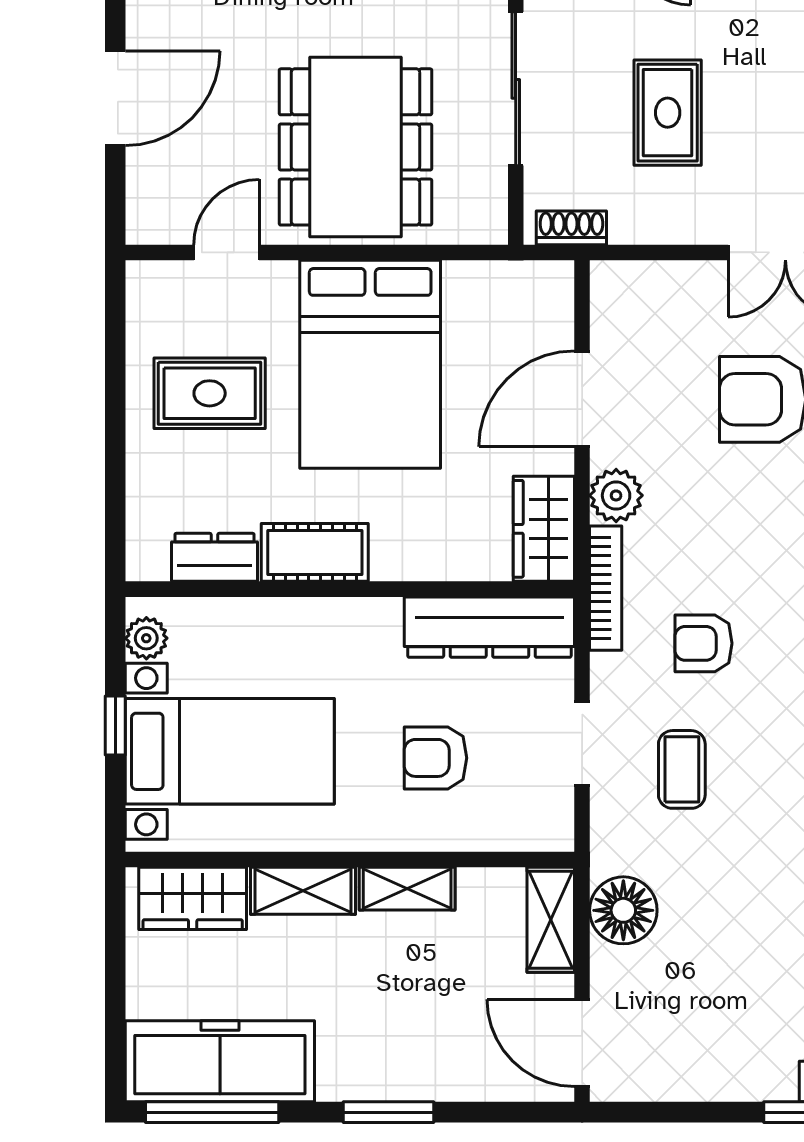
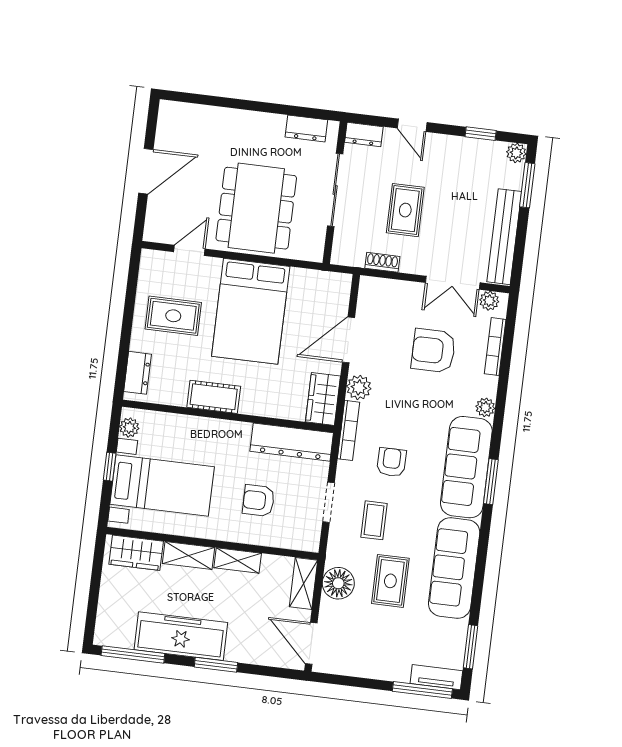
shoe rack: (571, 228) -> (382, 262), moved
dresser: (214, 557) -> (138, 373), moved, turned 90
armchair: (703, 643) -> (391, 462), turned 90
rug: (732, 892) -> (390, 581), added
freezer: (220, 1061) -> (181, 636), moved

